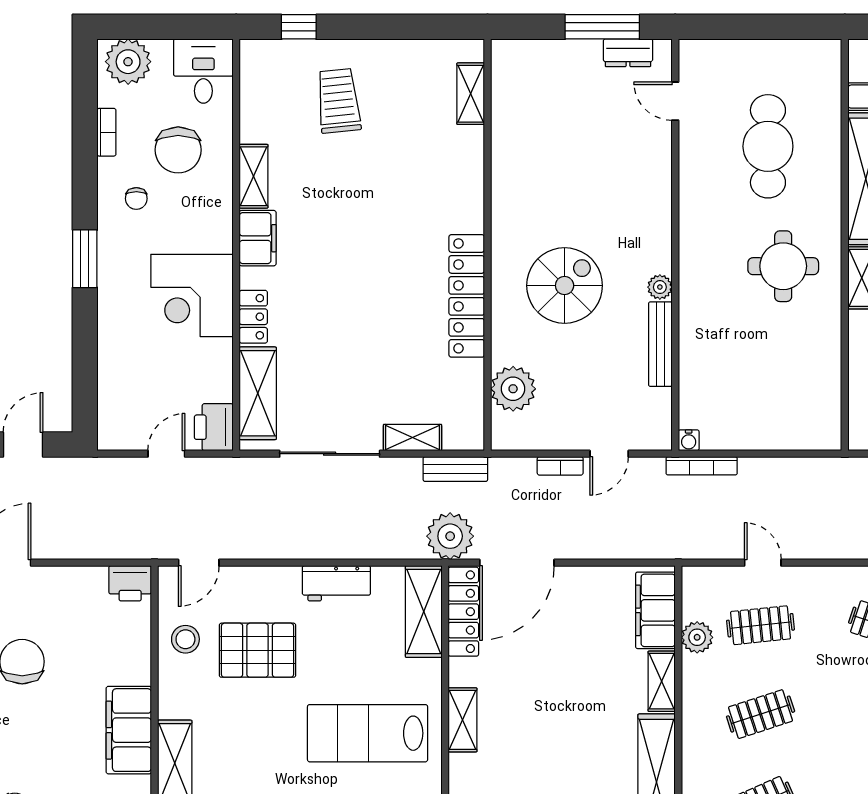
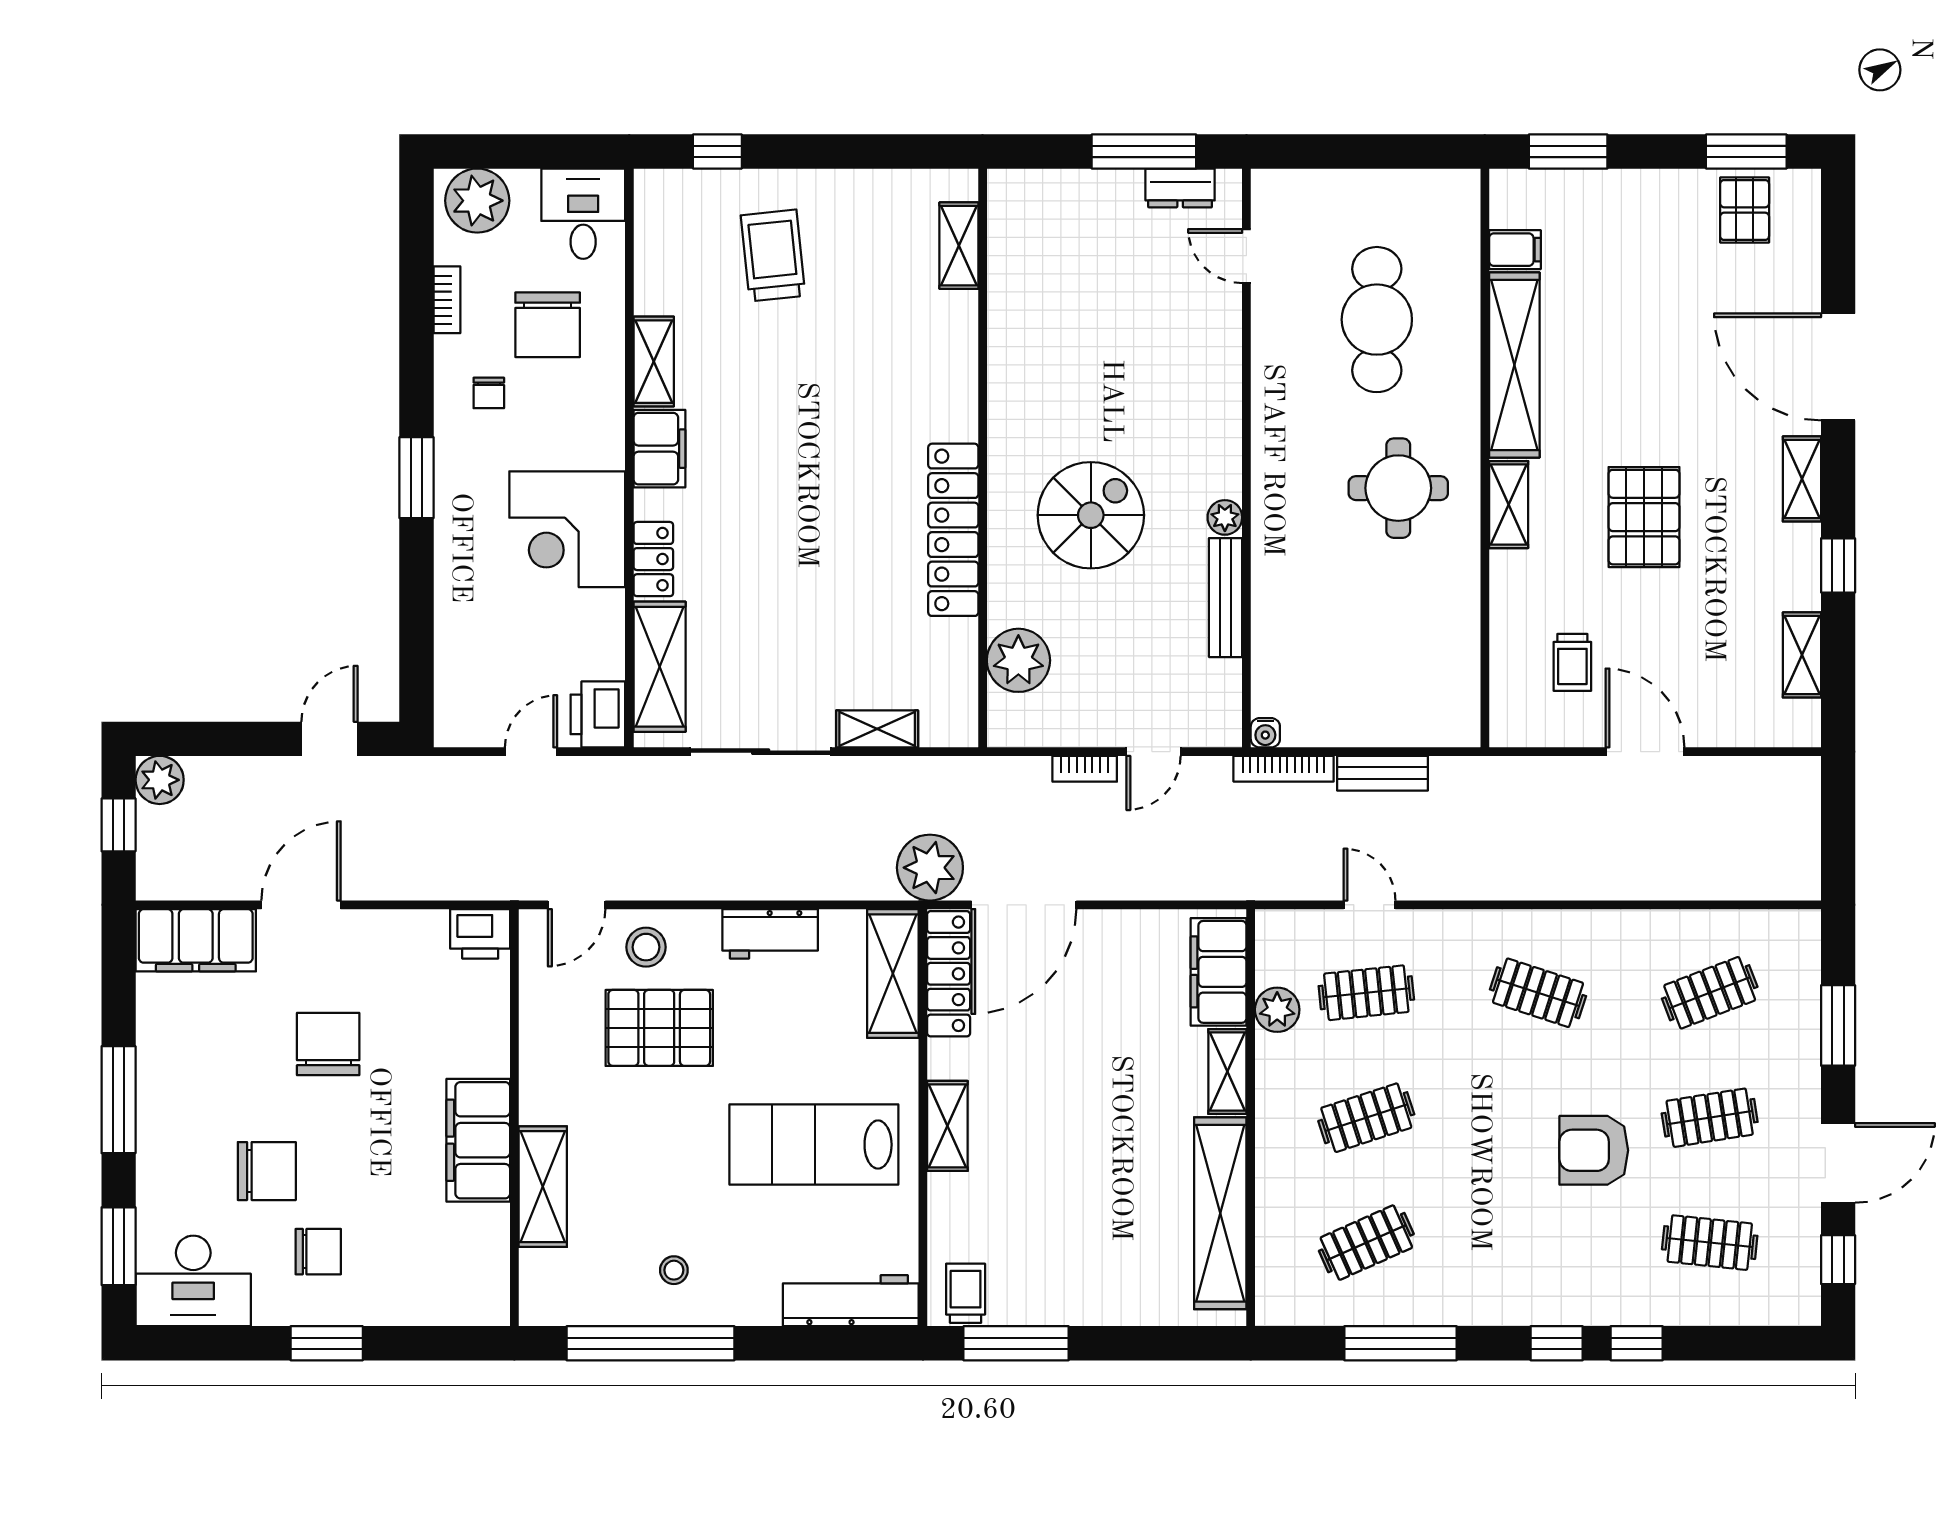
bench: (455, 469) -> (1382, 773), moved
stool: (185, 639) -> (646, 947), moved

